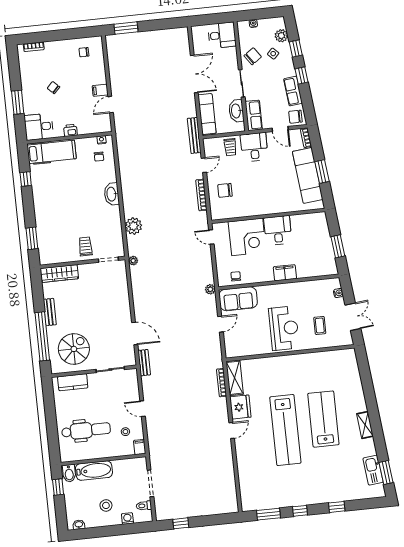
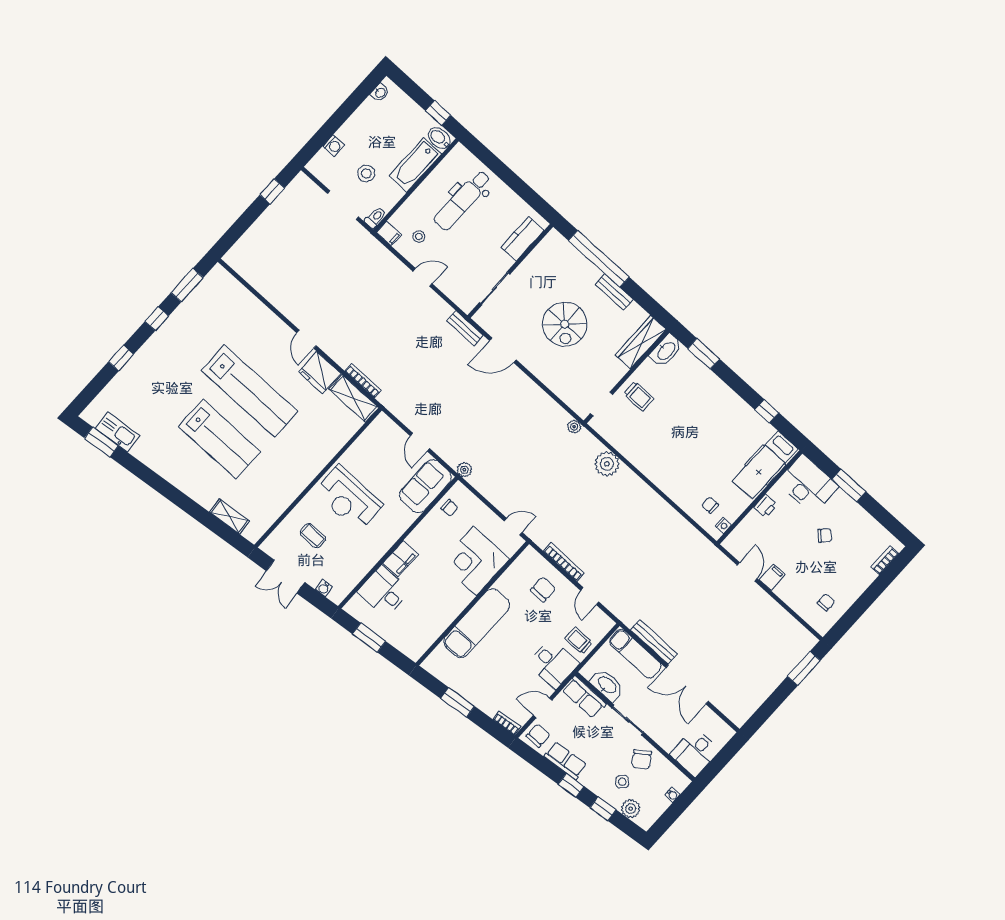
desk: (39, 127) -> (808, 484), width x1.37
bench: (194, 135) -> (654, 642), moved
exam couch: (308, 175) -> (477, 623), moved, turned 96
washbasin: (112, 194) -> (666, 351), moved, turned 90
desk: (278, 230) -> (384, 591), moved, turned 180
spiral stairs: (74, 349) -> (565, 324), moved
shelving: (365, 425) -> (230, 517), moved
lab bench: (285, 430) -> (250, 391), turned 180
stool: (106, 505) -> (366, 173), moved
toilet: (144, 506) -> (375, 217), moved

